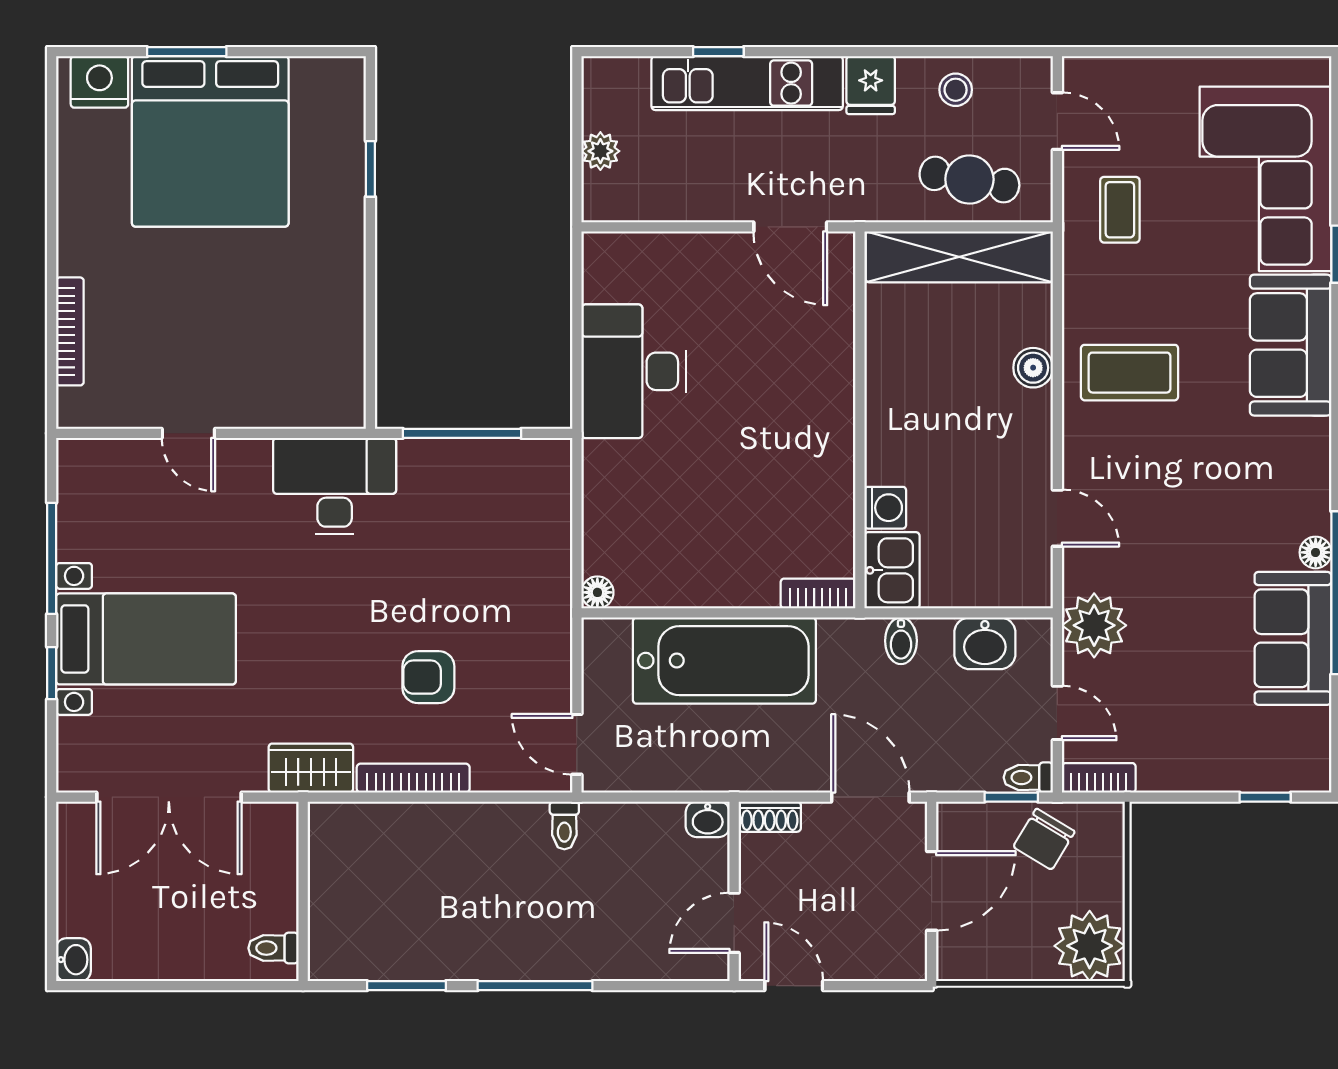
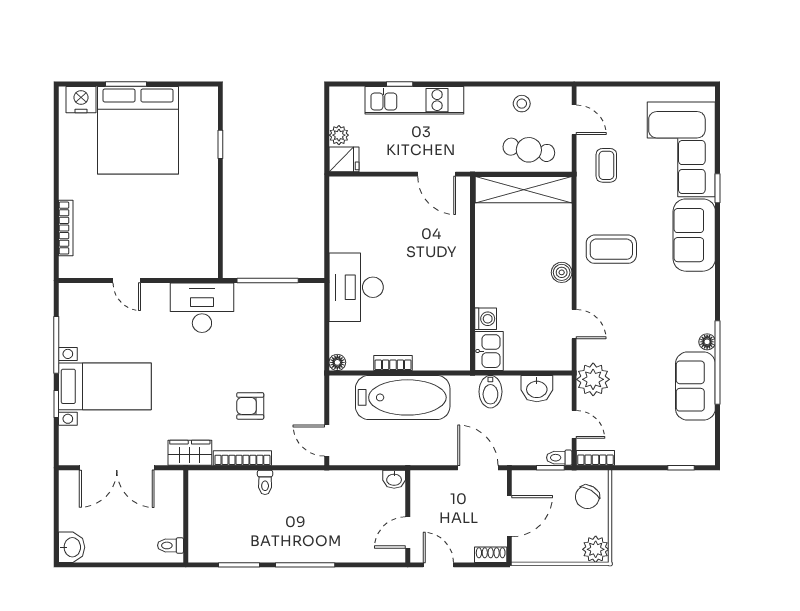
fridge: (871, 85) -> (344, 159), moved, turned -90
boiler: (1033, 368) -> (562, 272), moved
desk: (634, 371) -> (356, 287), moved
bookcase: (818, 594) -> (393, 363), moved
bidet: (901, 641) -> (490, 392), width x1.38, depth x1.36
shoe rack: (770, 817) -> (491, 555), moved, turned 180
toilet: (564, 825) -> (265, 482), moved
chair: (1044, 839) -> (587, 497), moved
plant: (1090, 946) -> (596, 549), width x0.73, depth x0.73
washbasin: (73, 960) -> (72, 547), width x1.38, depth x1.45

